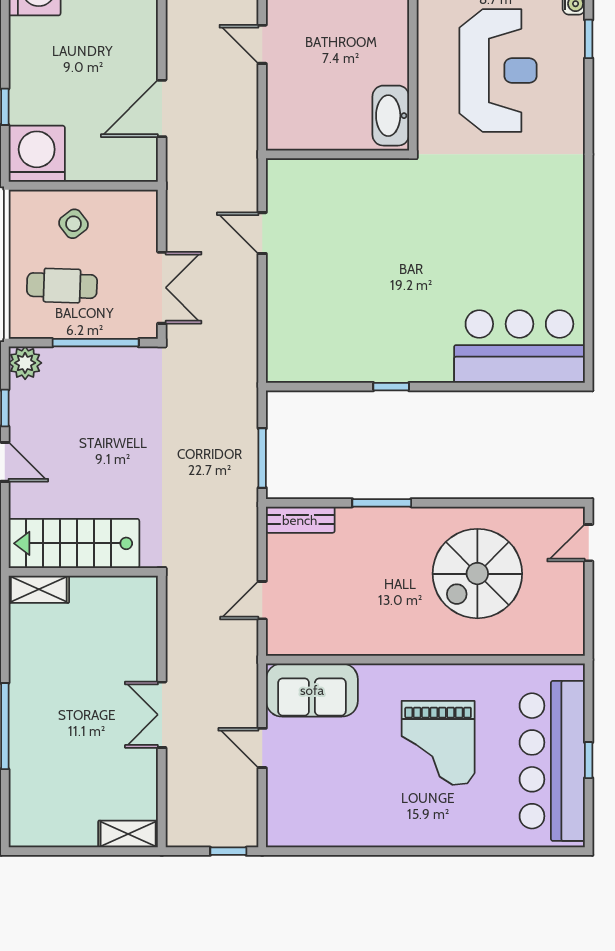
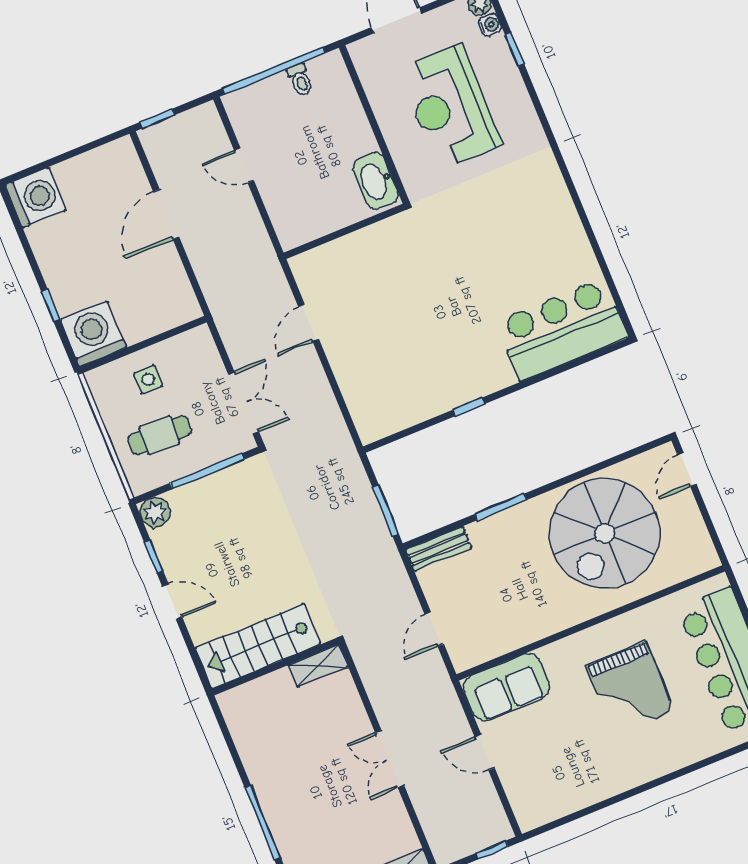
reception desk: (498, 71) -> (450, 107), turned 180
door: (162, 108) -> (166, 214), moved
side table: (74, 224) -> (148, 380), turned 37
door: (262, 233) -> (309, 323), hinge flipped
spiral stairs: (477, 574) -> (605, 533), width x1.37, depth x1.37
shelving: (39, 589) -> (318, 666), moved

